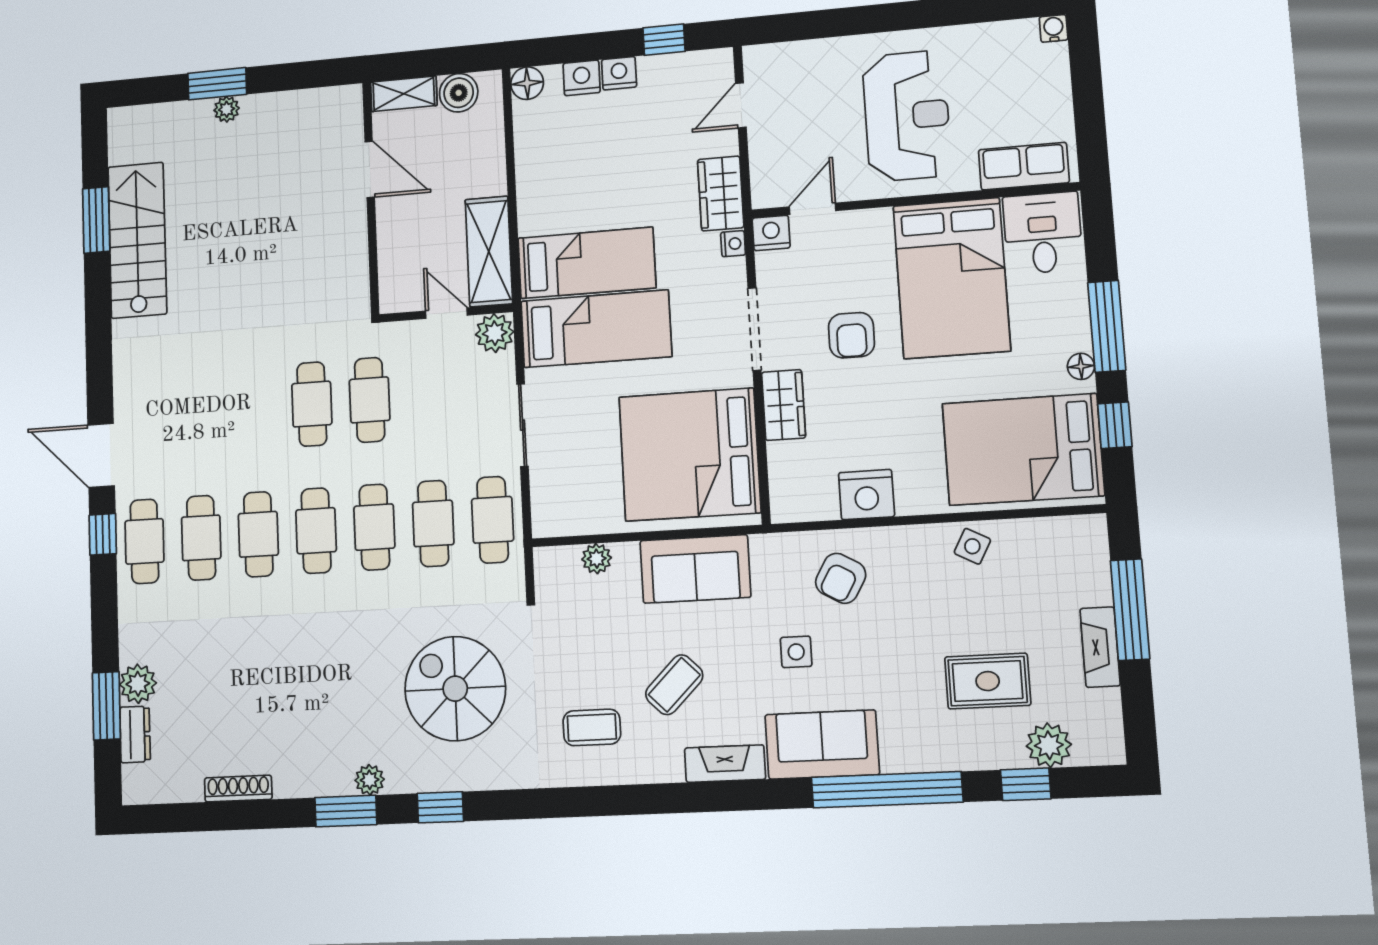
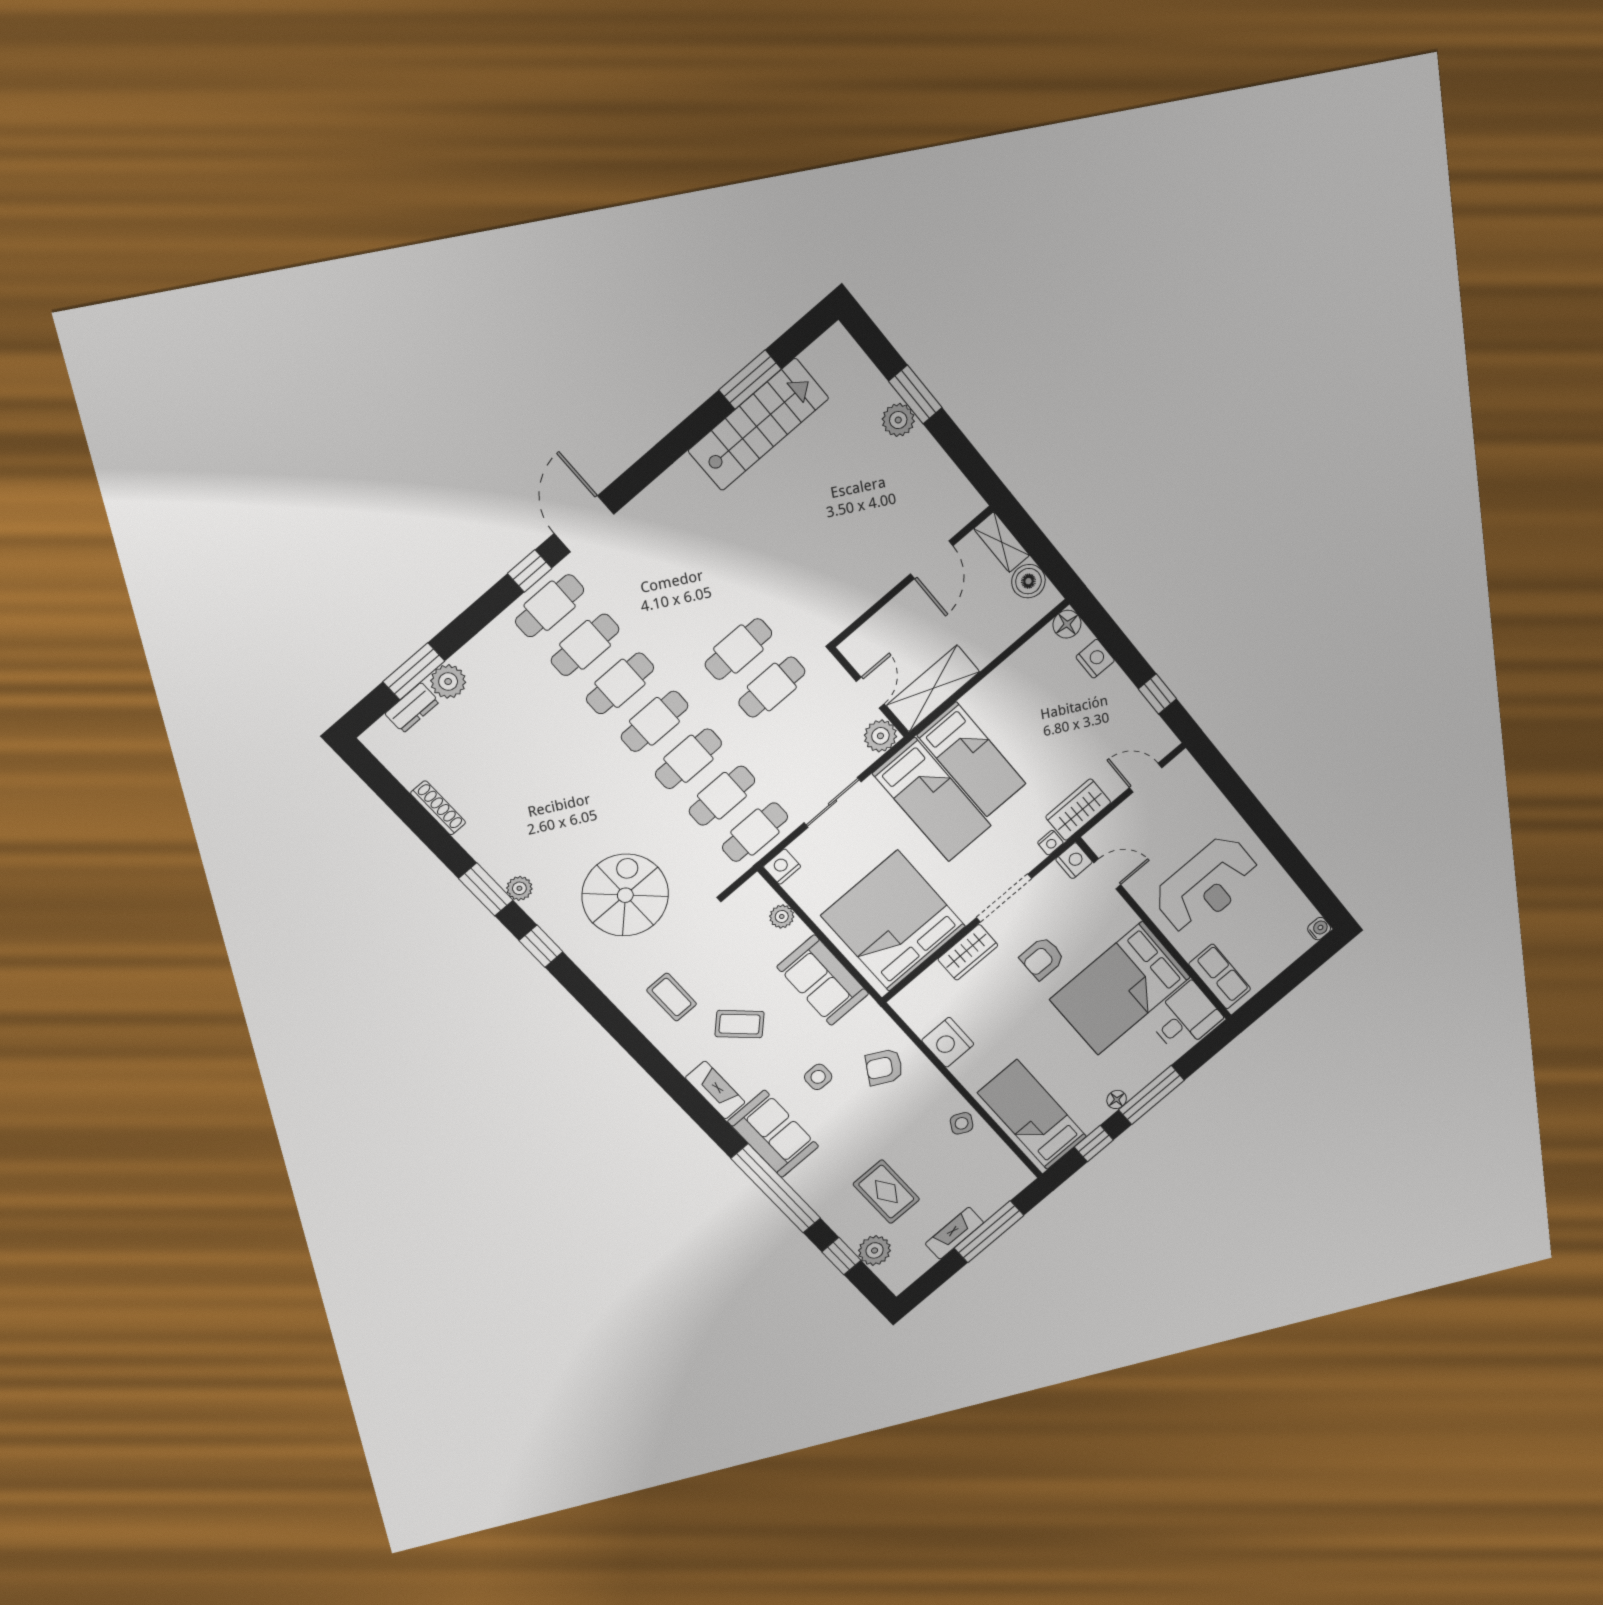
nightstand: (619, 73) -> (782, 867), moved, turned -90
plant: (227, 109) -> (898, 420), width x1.38, depth x1.38
bed: (1023, 449) -> (1032, 1115), width x0.67

